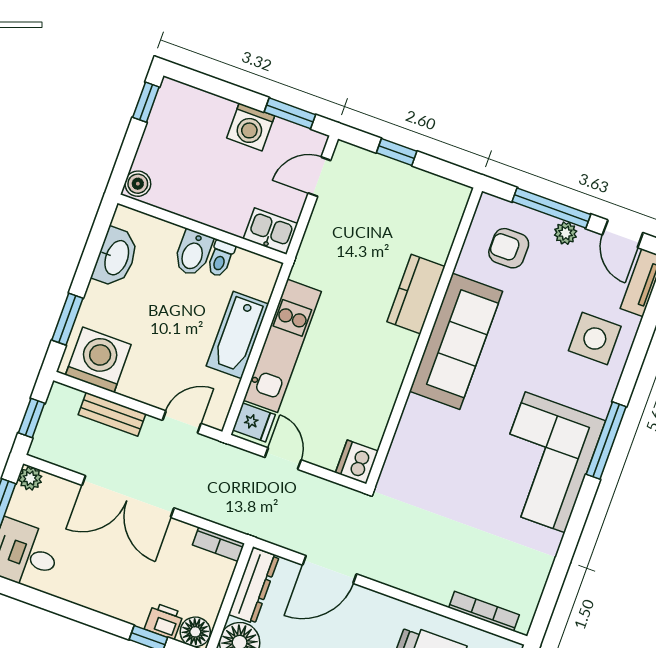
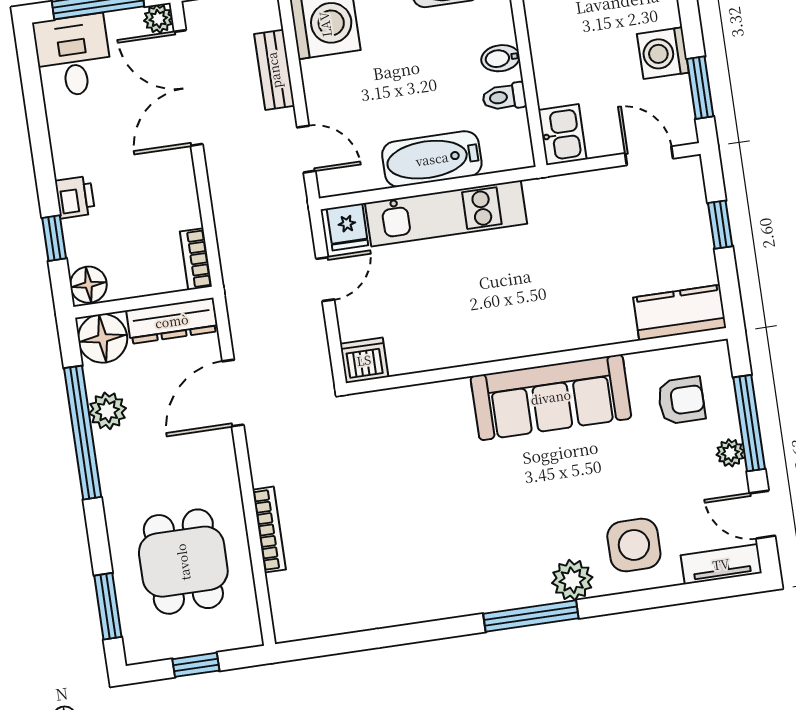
door: (623, 234) -> (762, 515), hinge flipped
armchair: (509, 248) -> (681, 400), turned 90
bidet: (193, 253) -> (500, 58), width x0.72, depth x0.74
kitchen counter: (416, 294) -> (680, 313), moved
plant: (596, 397) -> (572, 580), added
corner sofa: (545, 462) -> (472, 563), removed
double door: (128, 497) -> (188, 88), moved
door: (330, 569) -> (233, 393), hinge flipped
bookcase: (484, 611) -> (269, 530), moved
printer: (164, 621) -> (75, 197), moved

